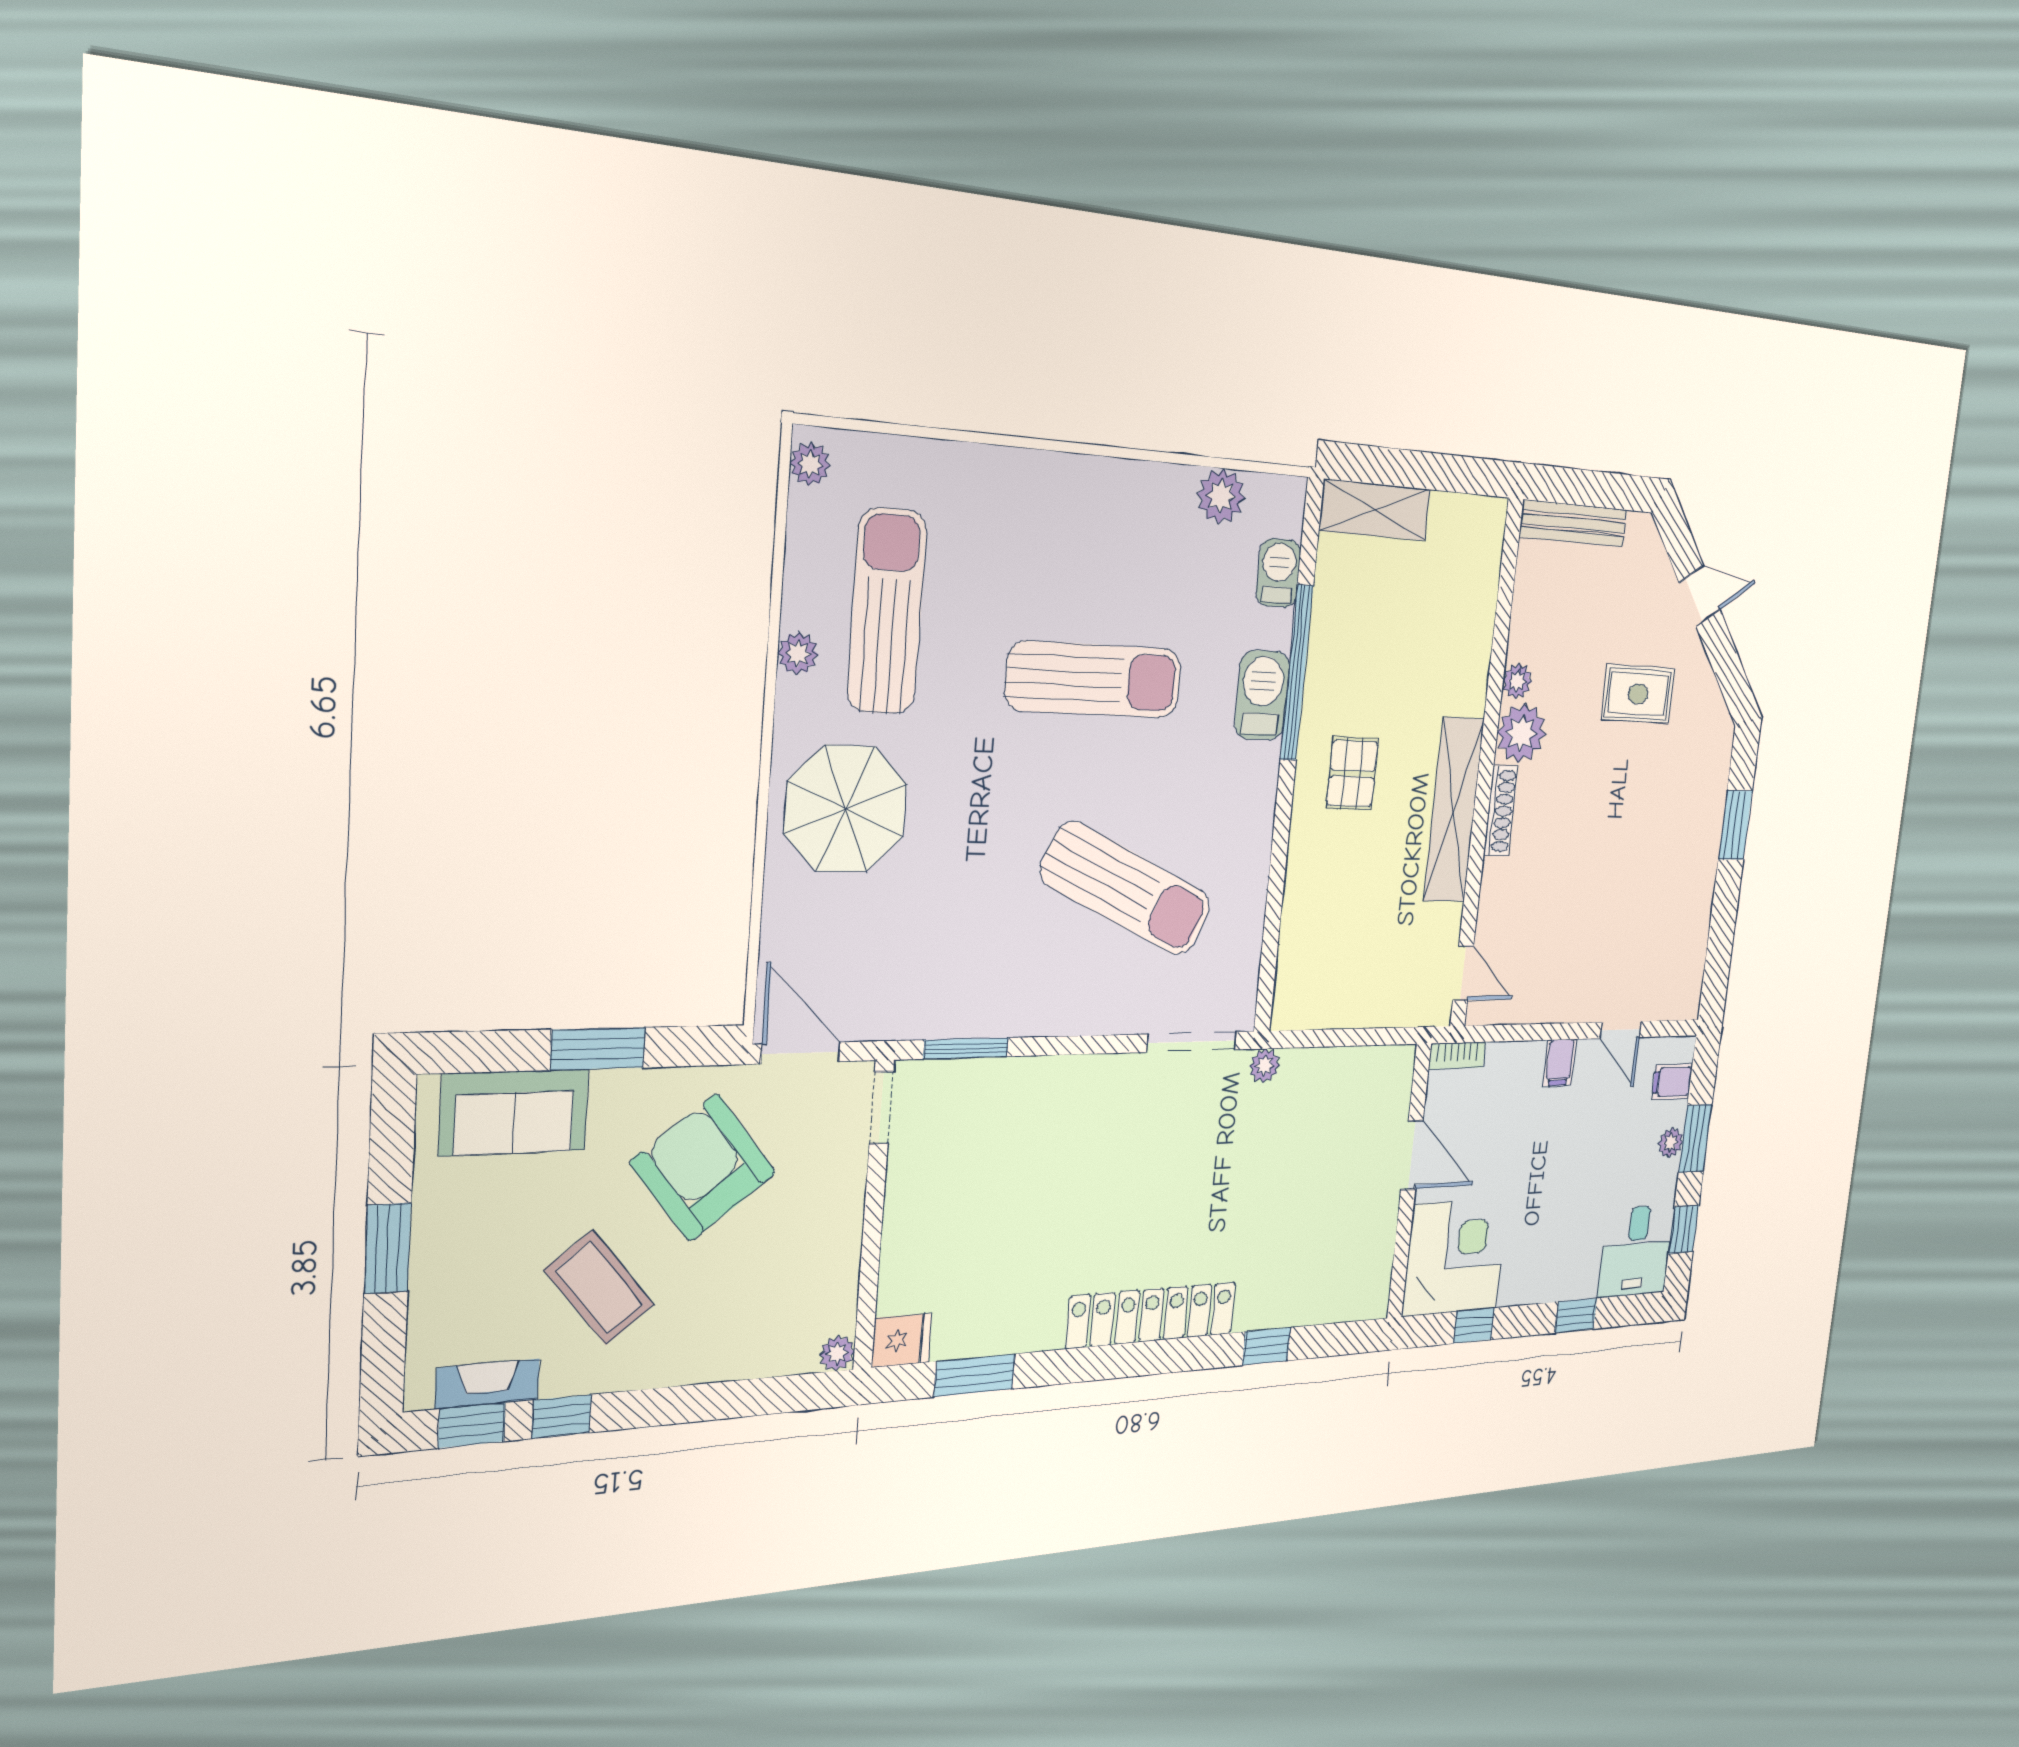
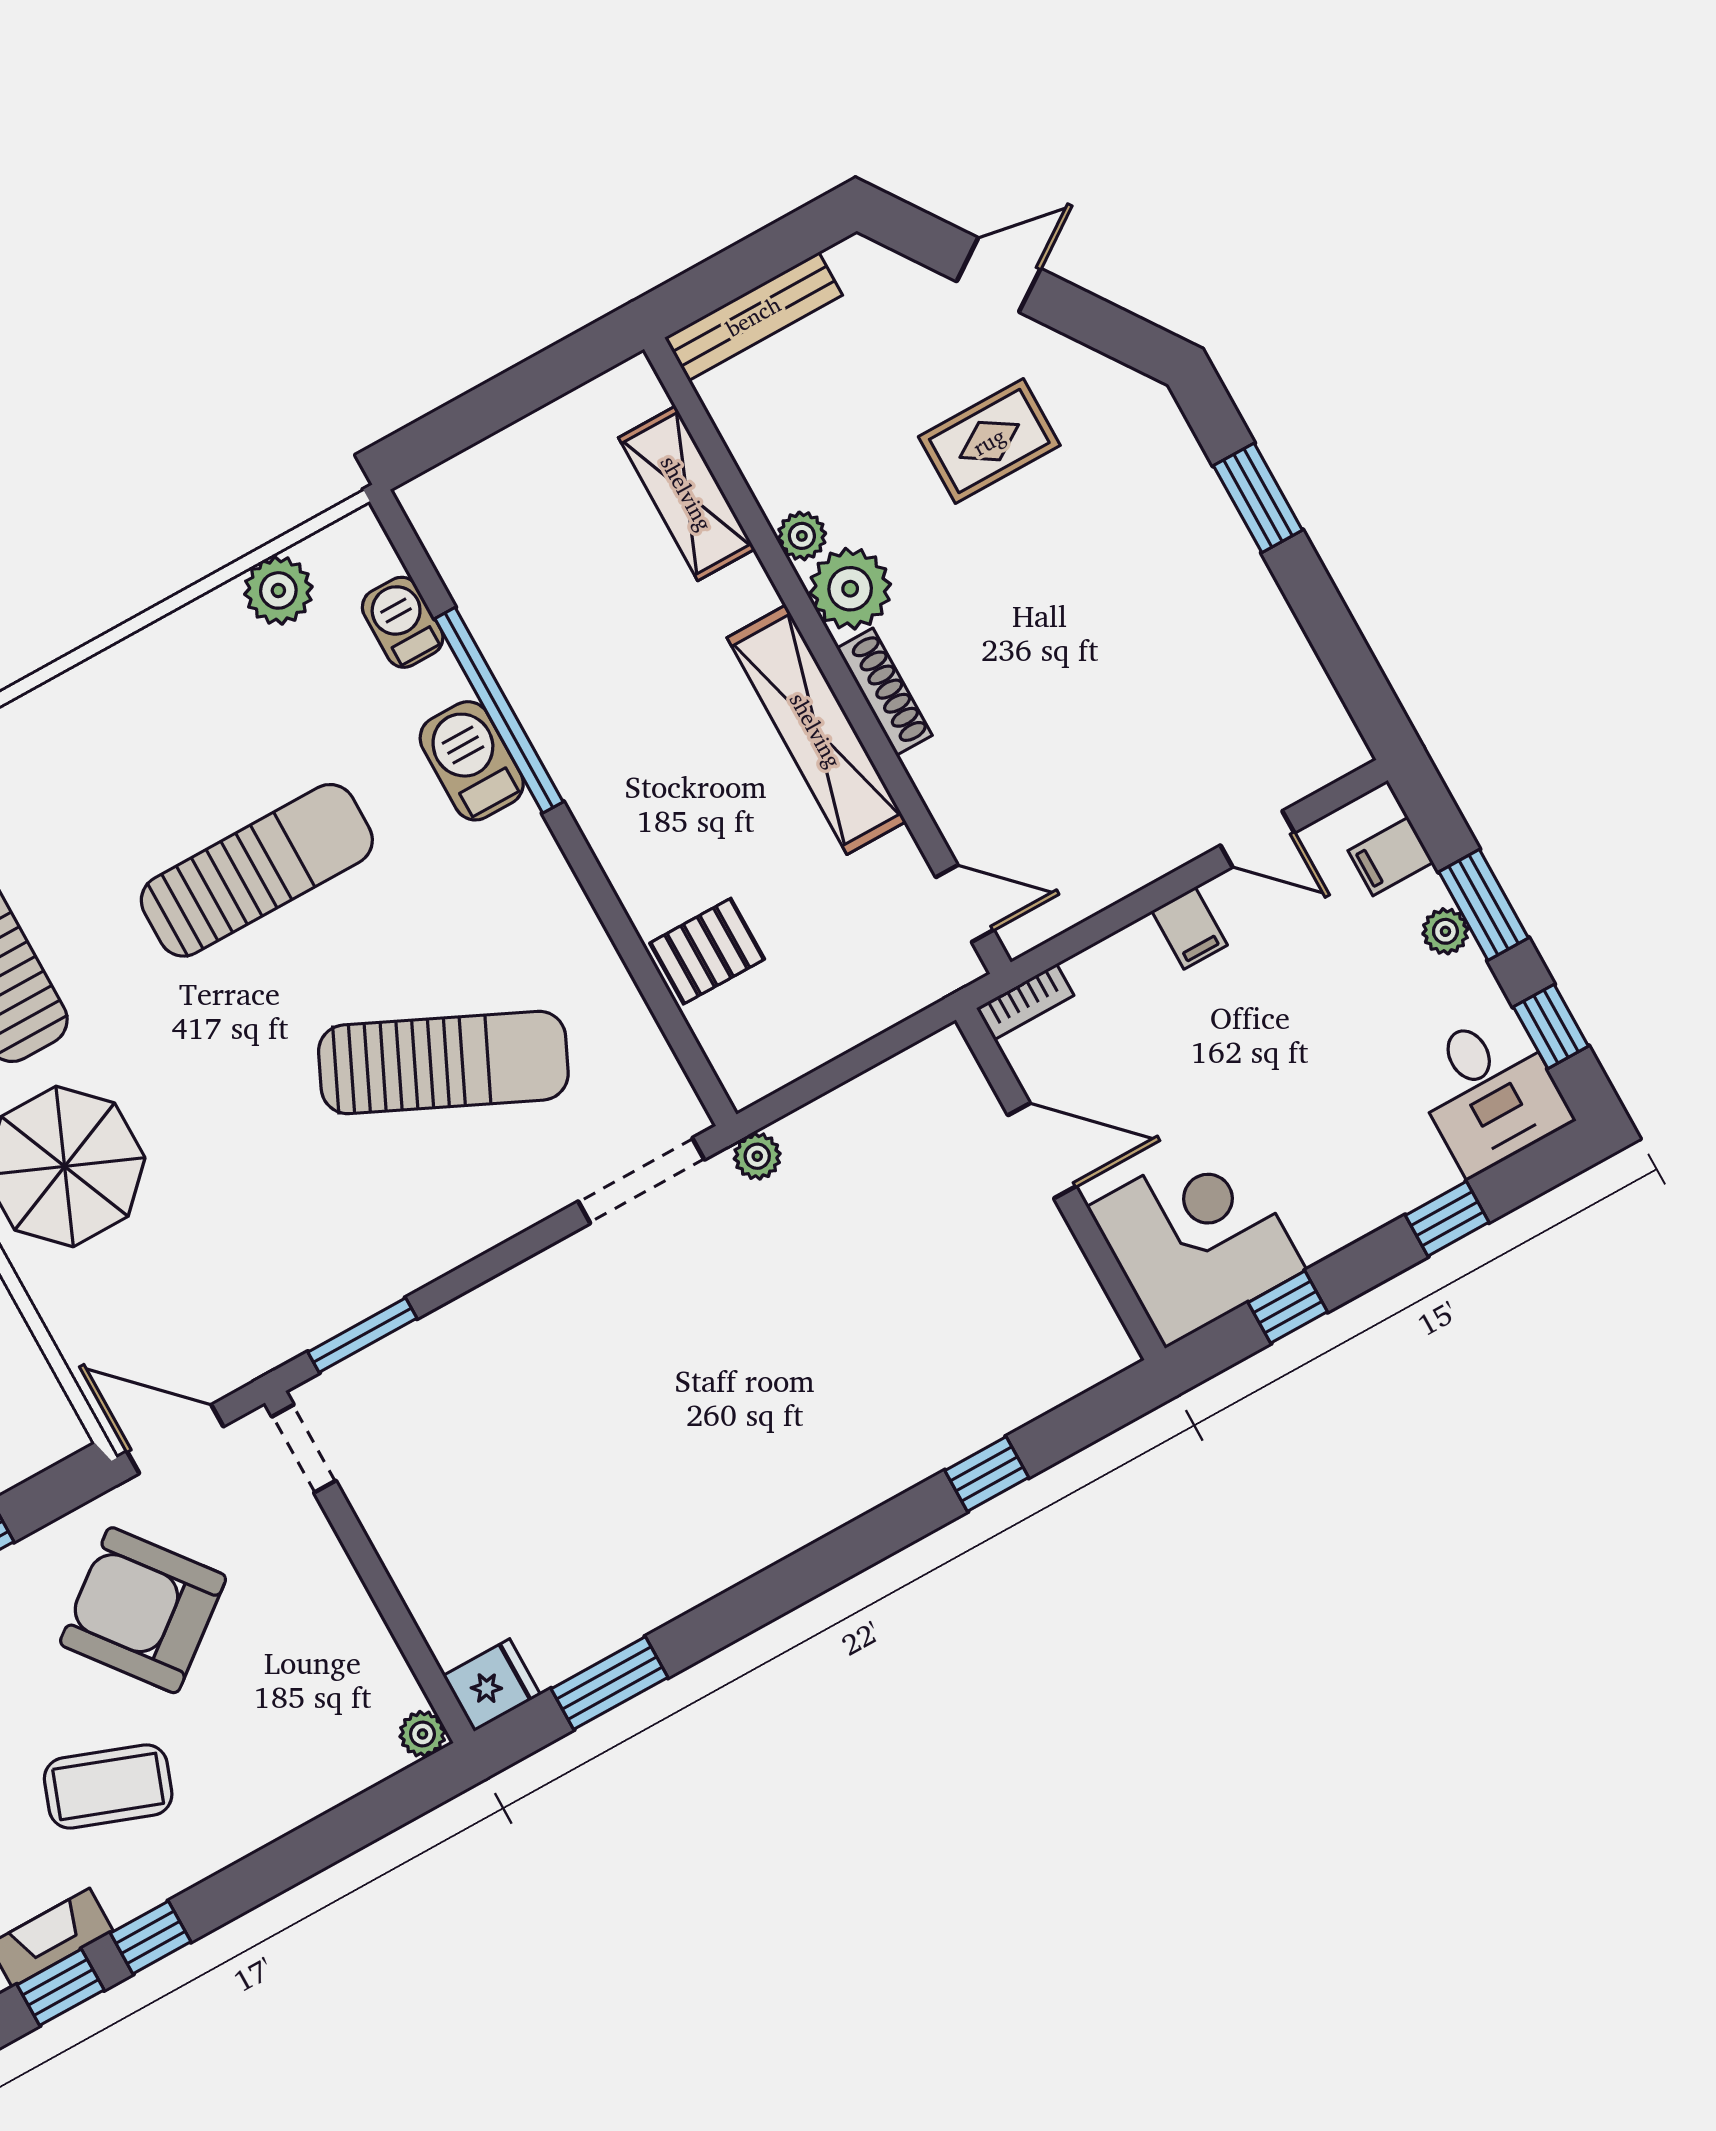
shelving: (1375, 510) -> (687, 493), moved, turned 90
pallet: (1352, 774) -> (707, 951), moved, turned 90
coffee table: (599, 1288) -> (108, 1786), turned -31
locker: (1152, 1315) -> (798, 1511), removed

